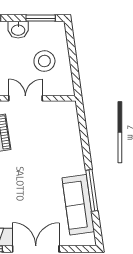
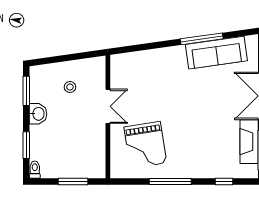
stool: (44, 61) -> (70, 87), width x0.53, depth x0.53
double door: (25, 98) -> (108, 106), swing flipped

